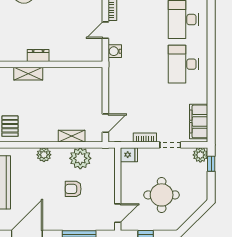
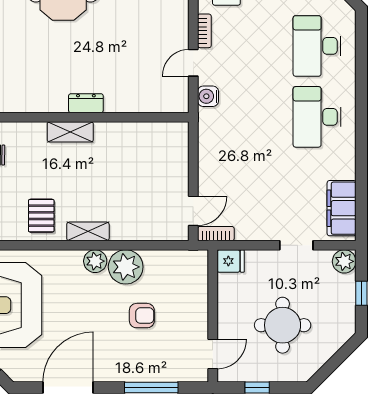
shelving: (72, 136) -> (88, 231), moved
bookcase: (145, 137) -> (216, 234), moved
plant: (80, 158) -> (126, 267), moved
window: (211, 164) -> (361, 293), moved
armchair: (73, 189) -> (142, 316), turned 180

